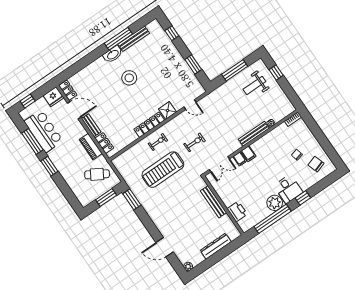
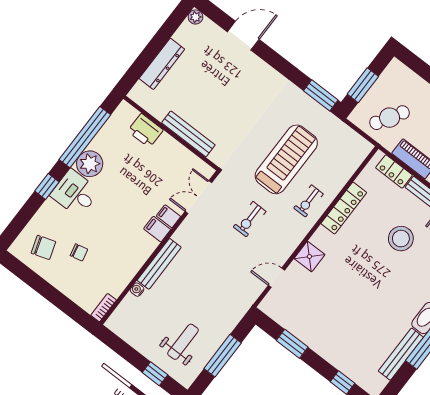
stool: (129, 78) -> (401, 239), moved
locker: (149, 125) -> (344, 208), moved

